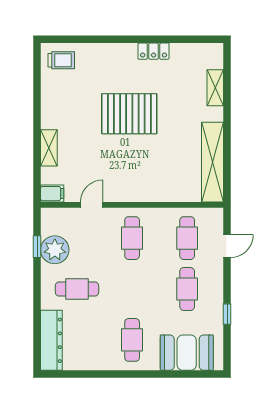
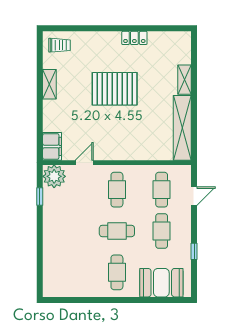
shelving: (215, 88) -> (184, 80), moved
shelving: (49, 148) -> (49, 84), moved
filing cabinet: (52, 194) -> (52, 146), width x2.00
plant: (55, 250) -> (54, 176), moved
cafe table: (77, 289) -> (117, 231), moved
dresser: (51, 340) -> (51, 273), removed

